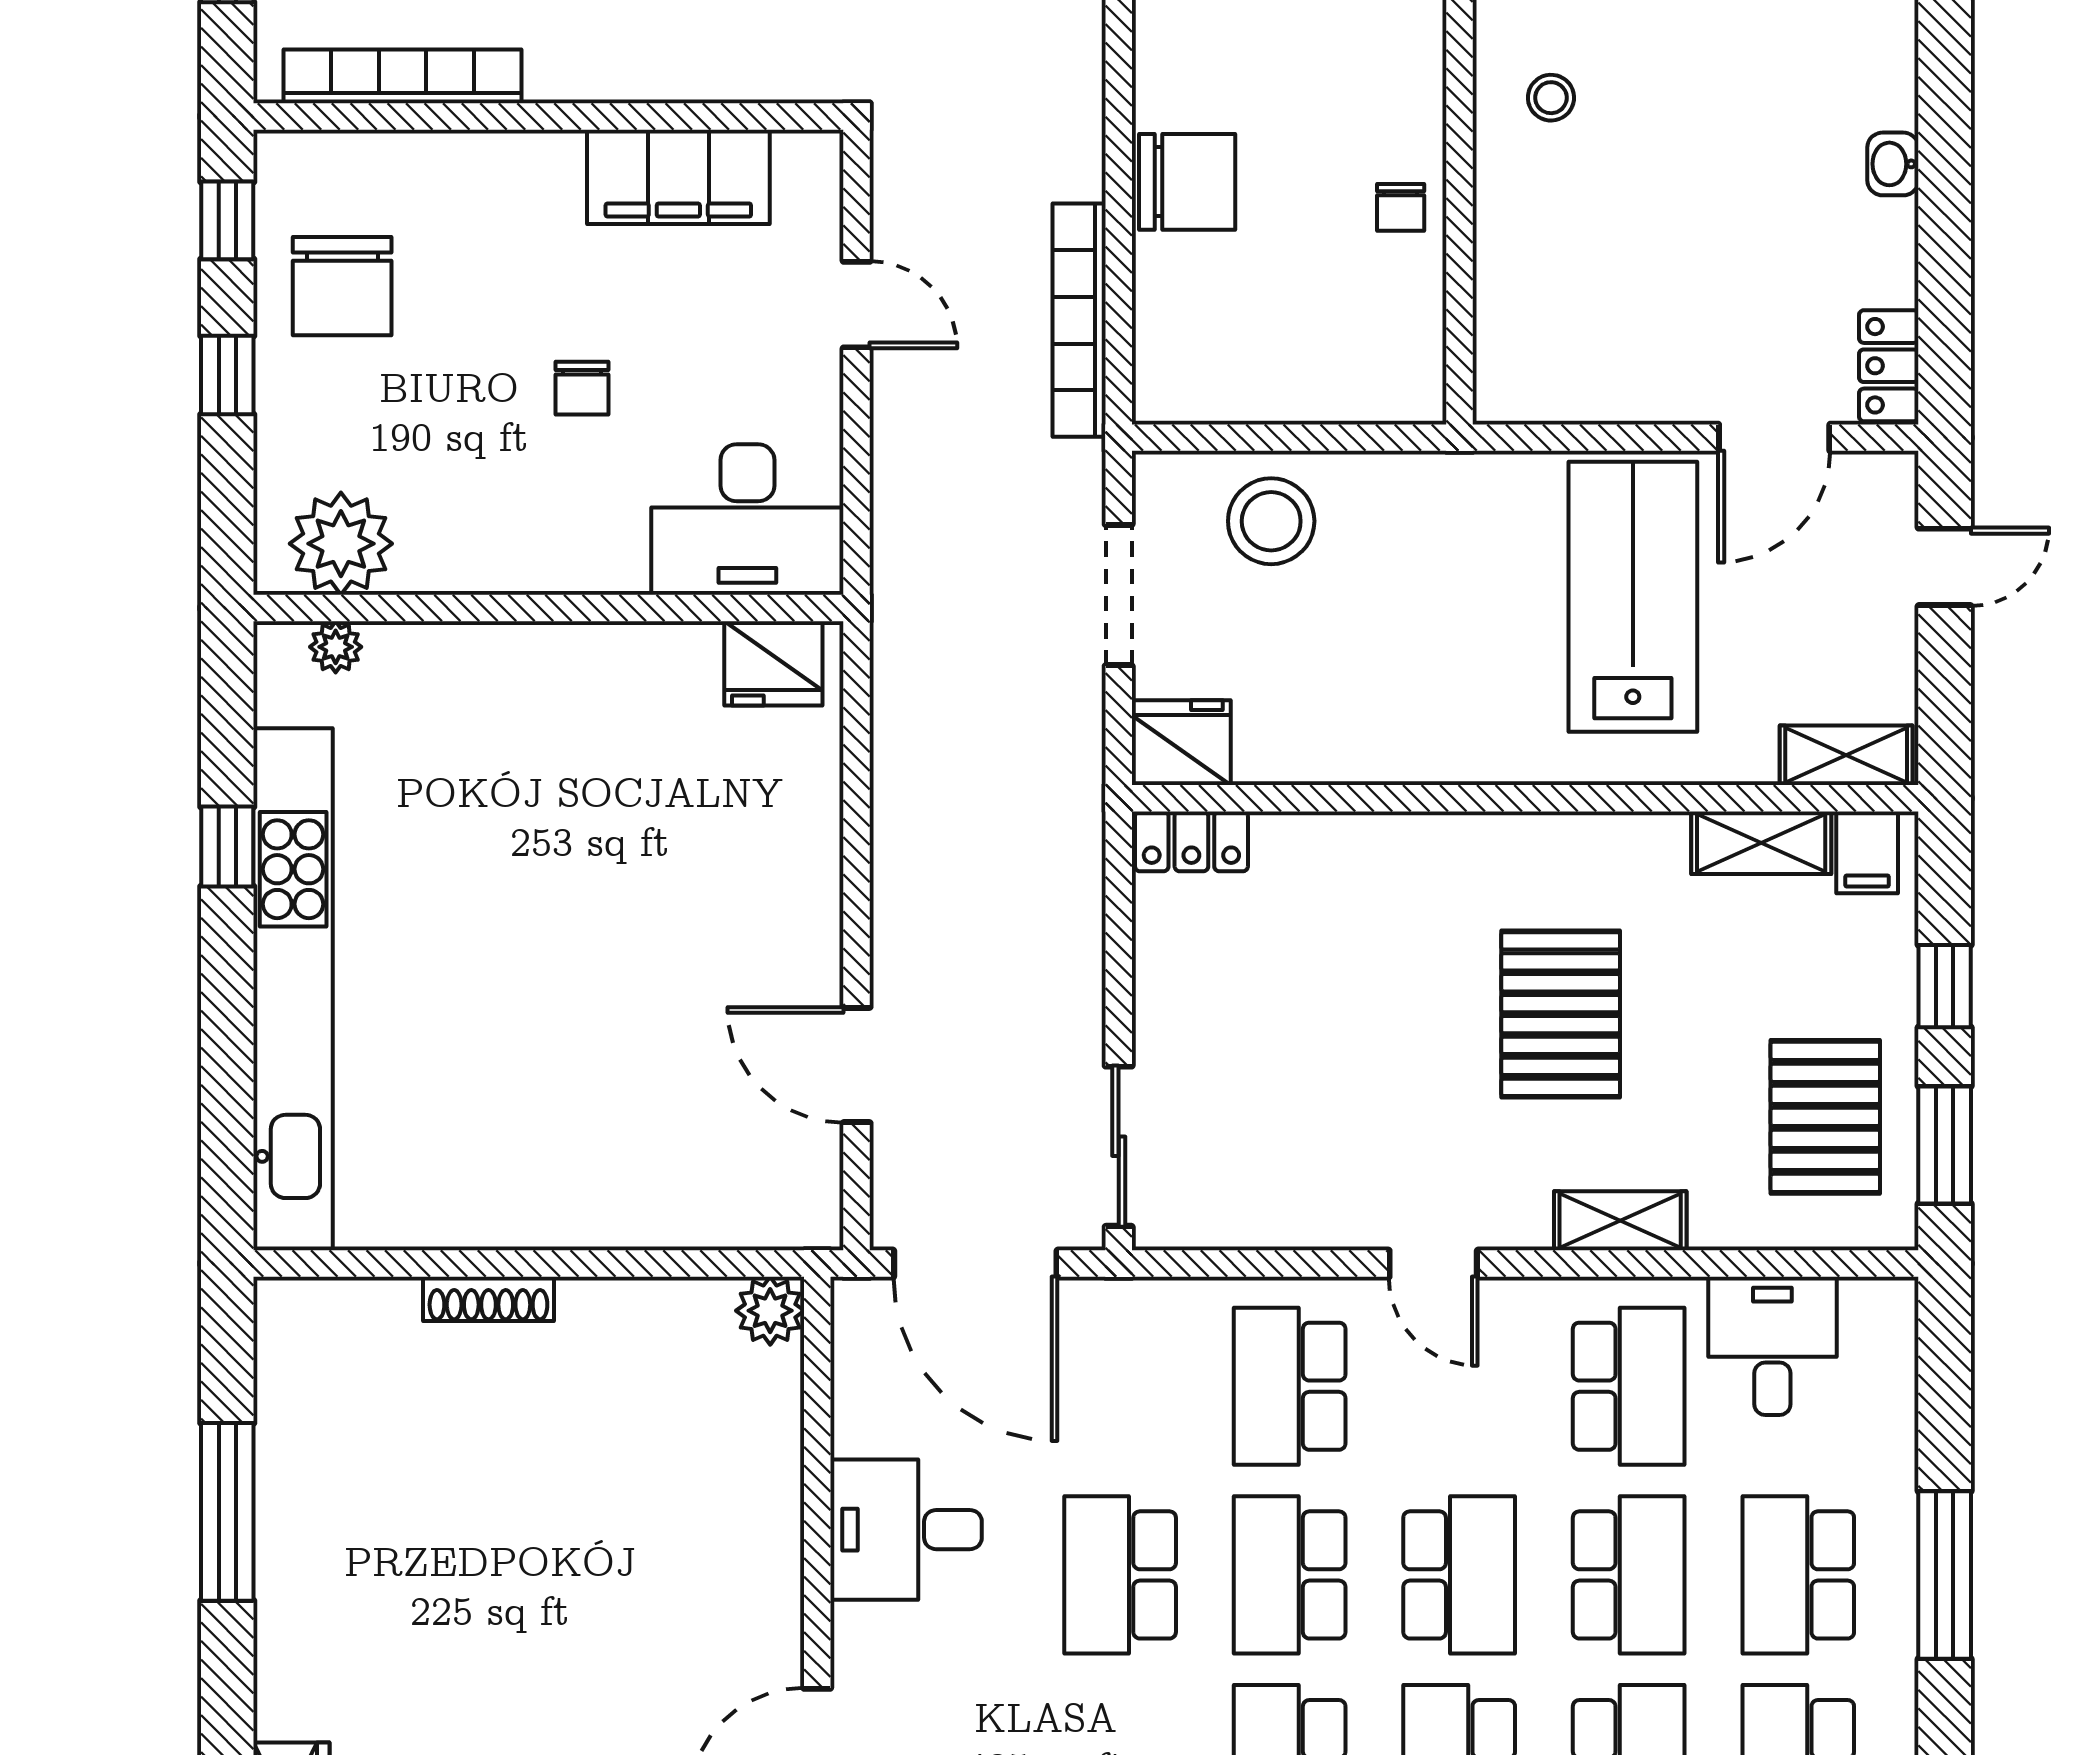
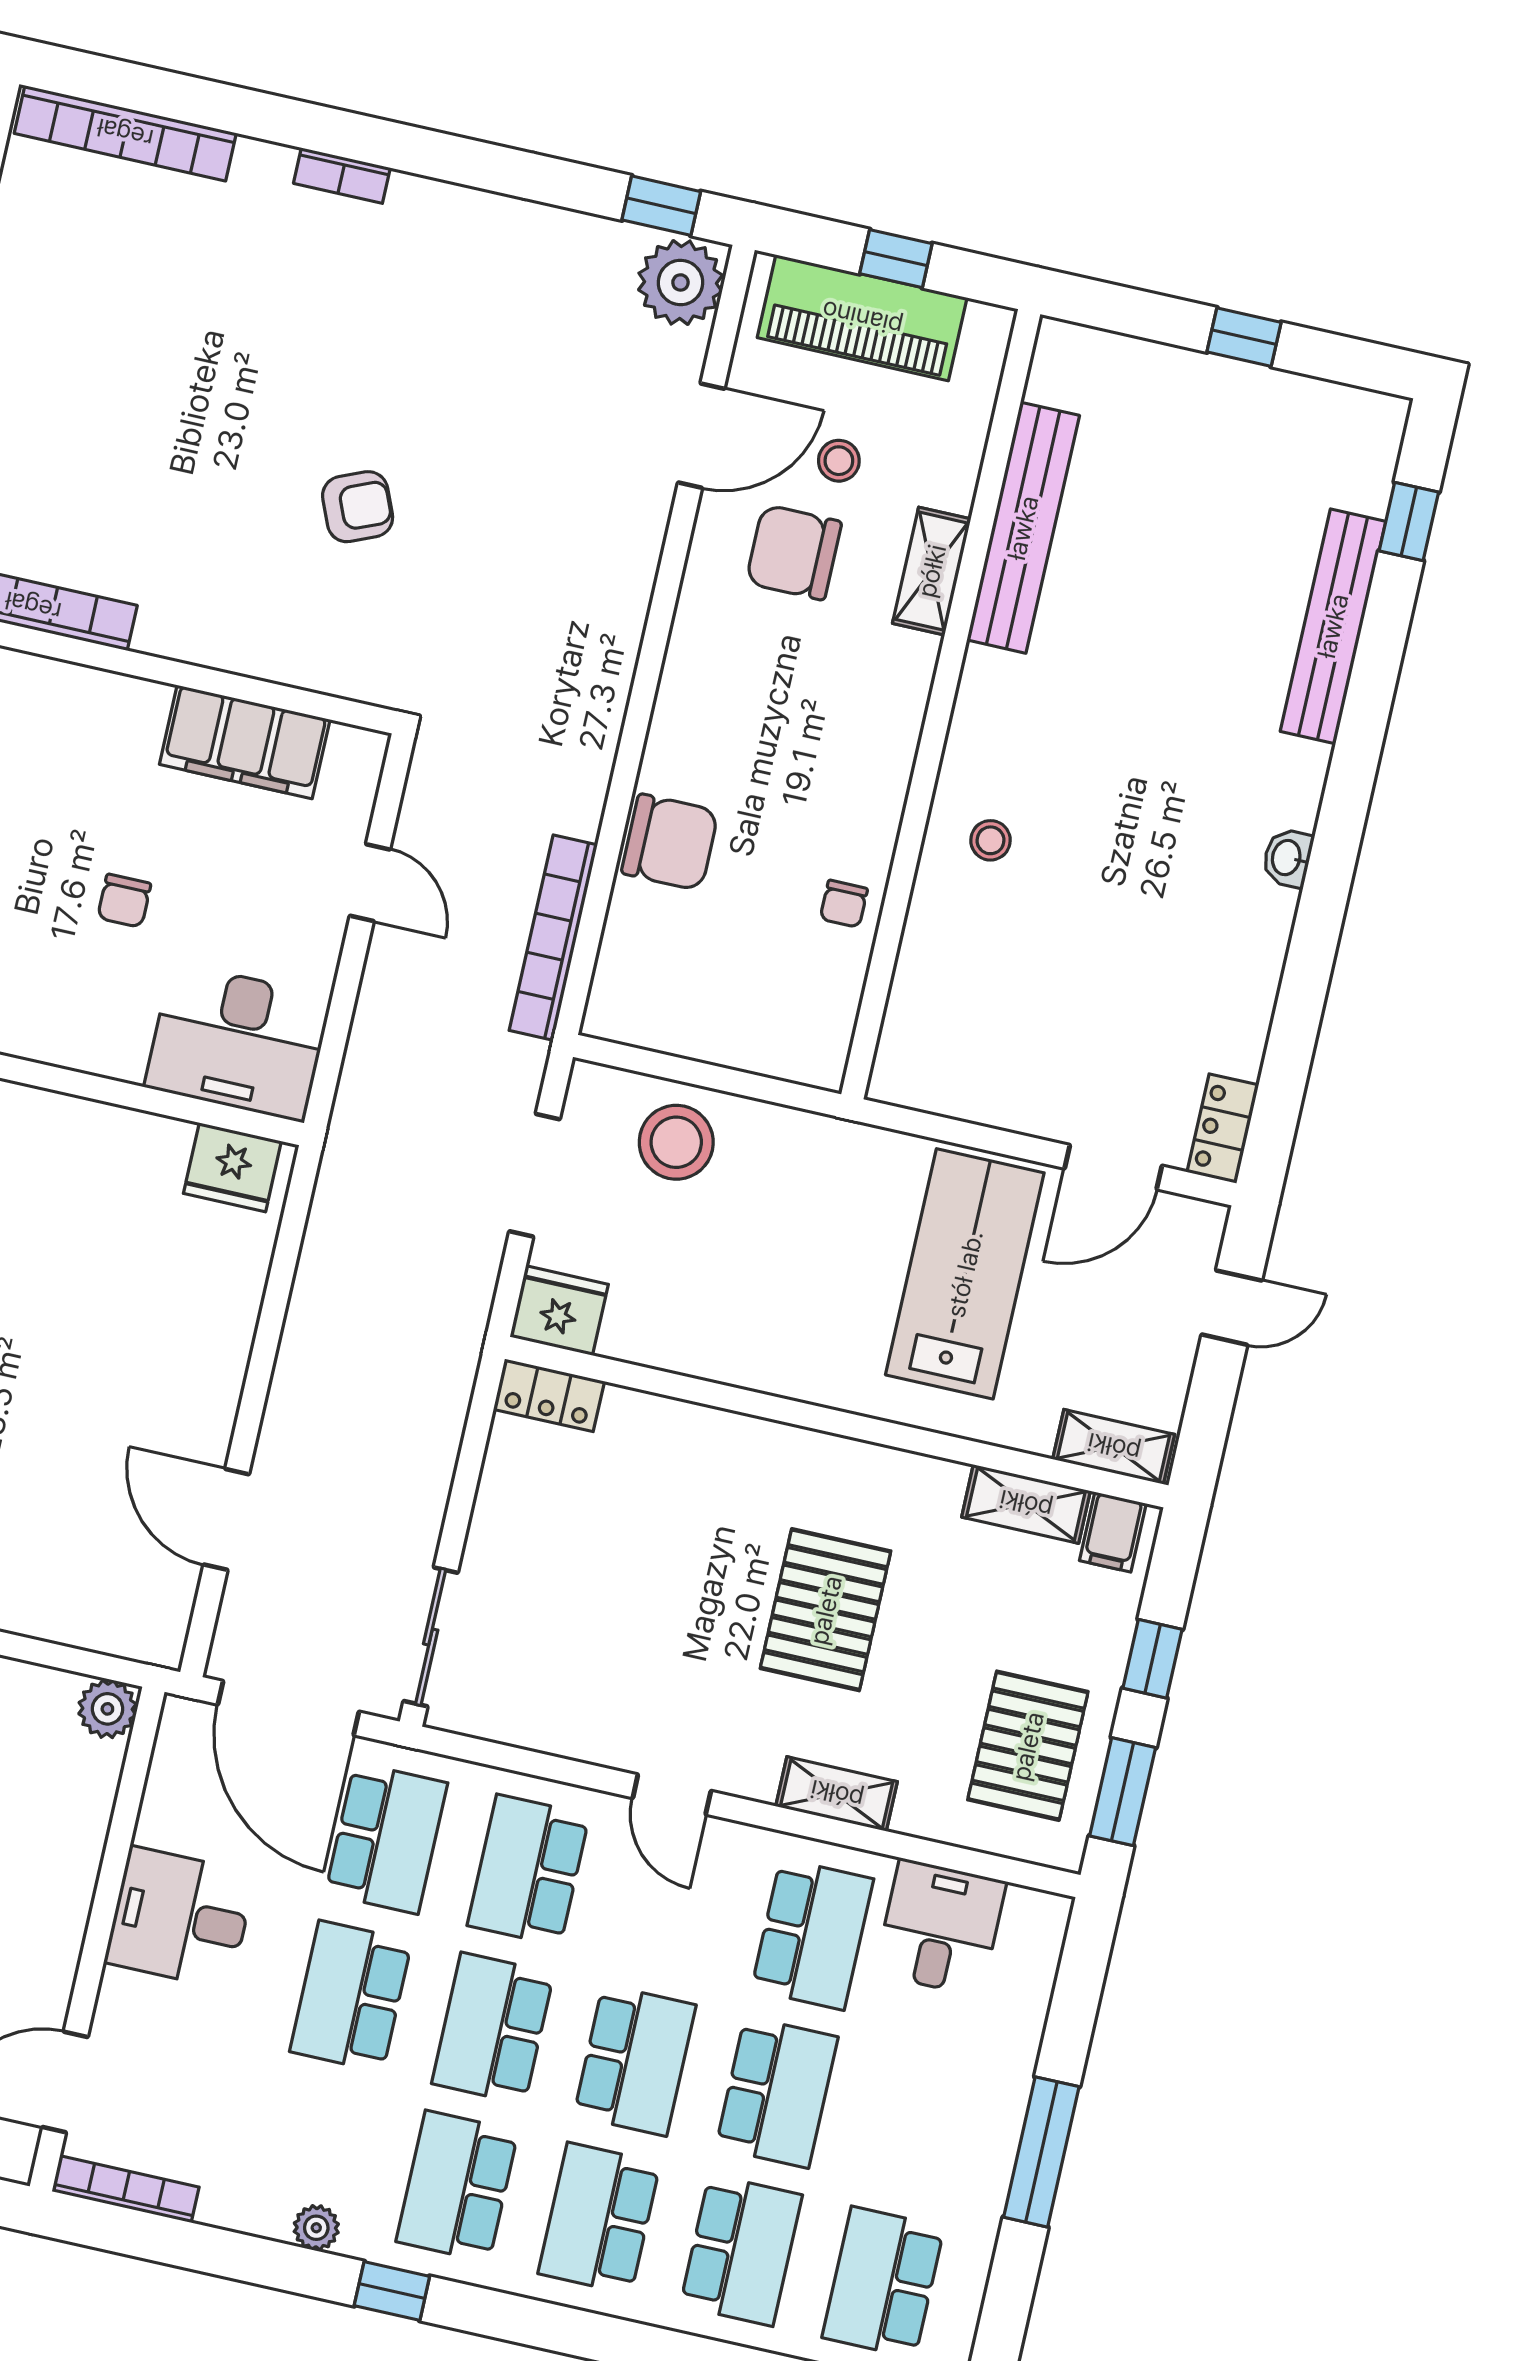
washbasin: (1893, 164) -> (1288, 858), moved
school desk: (1798, 1575) -> (386, 1838), moved, turned 180

